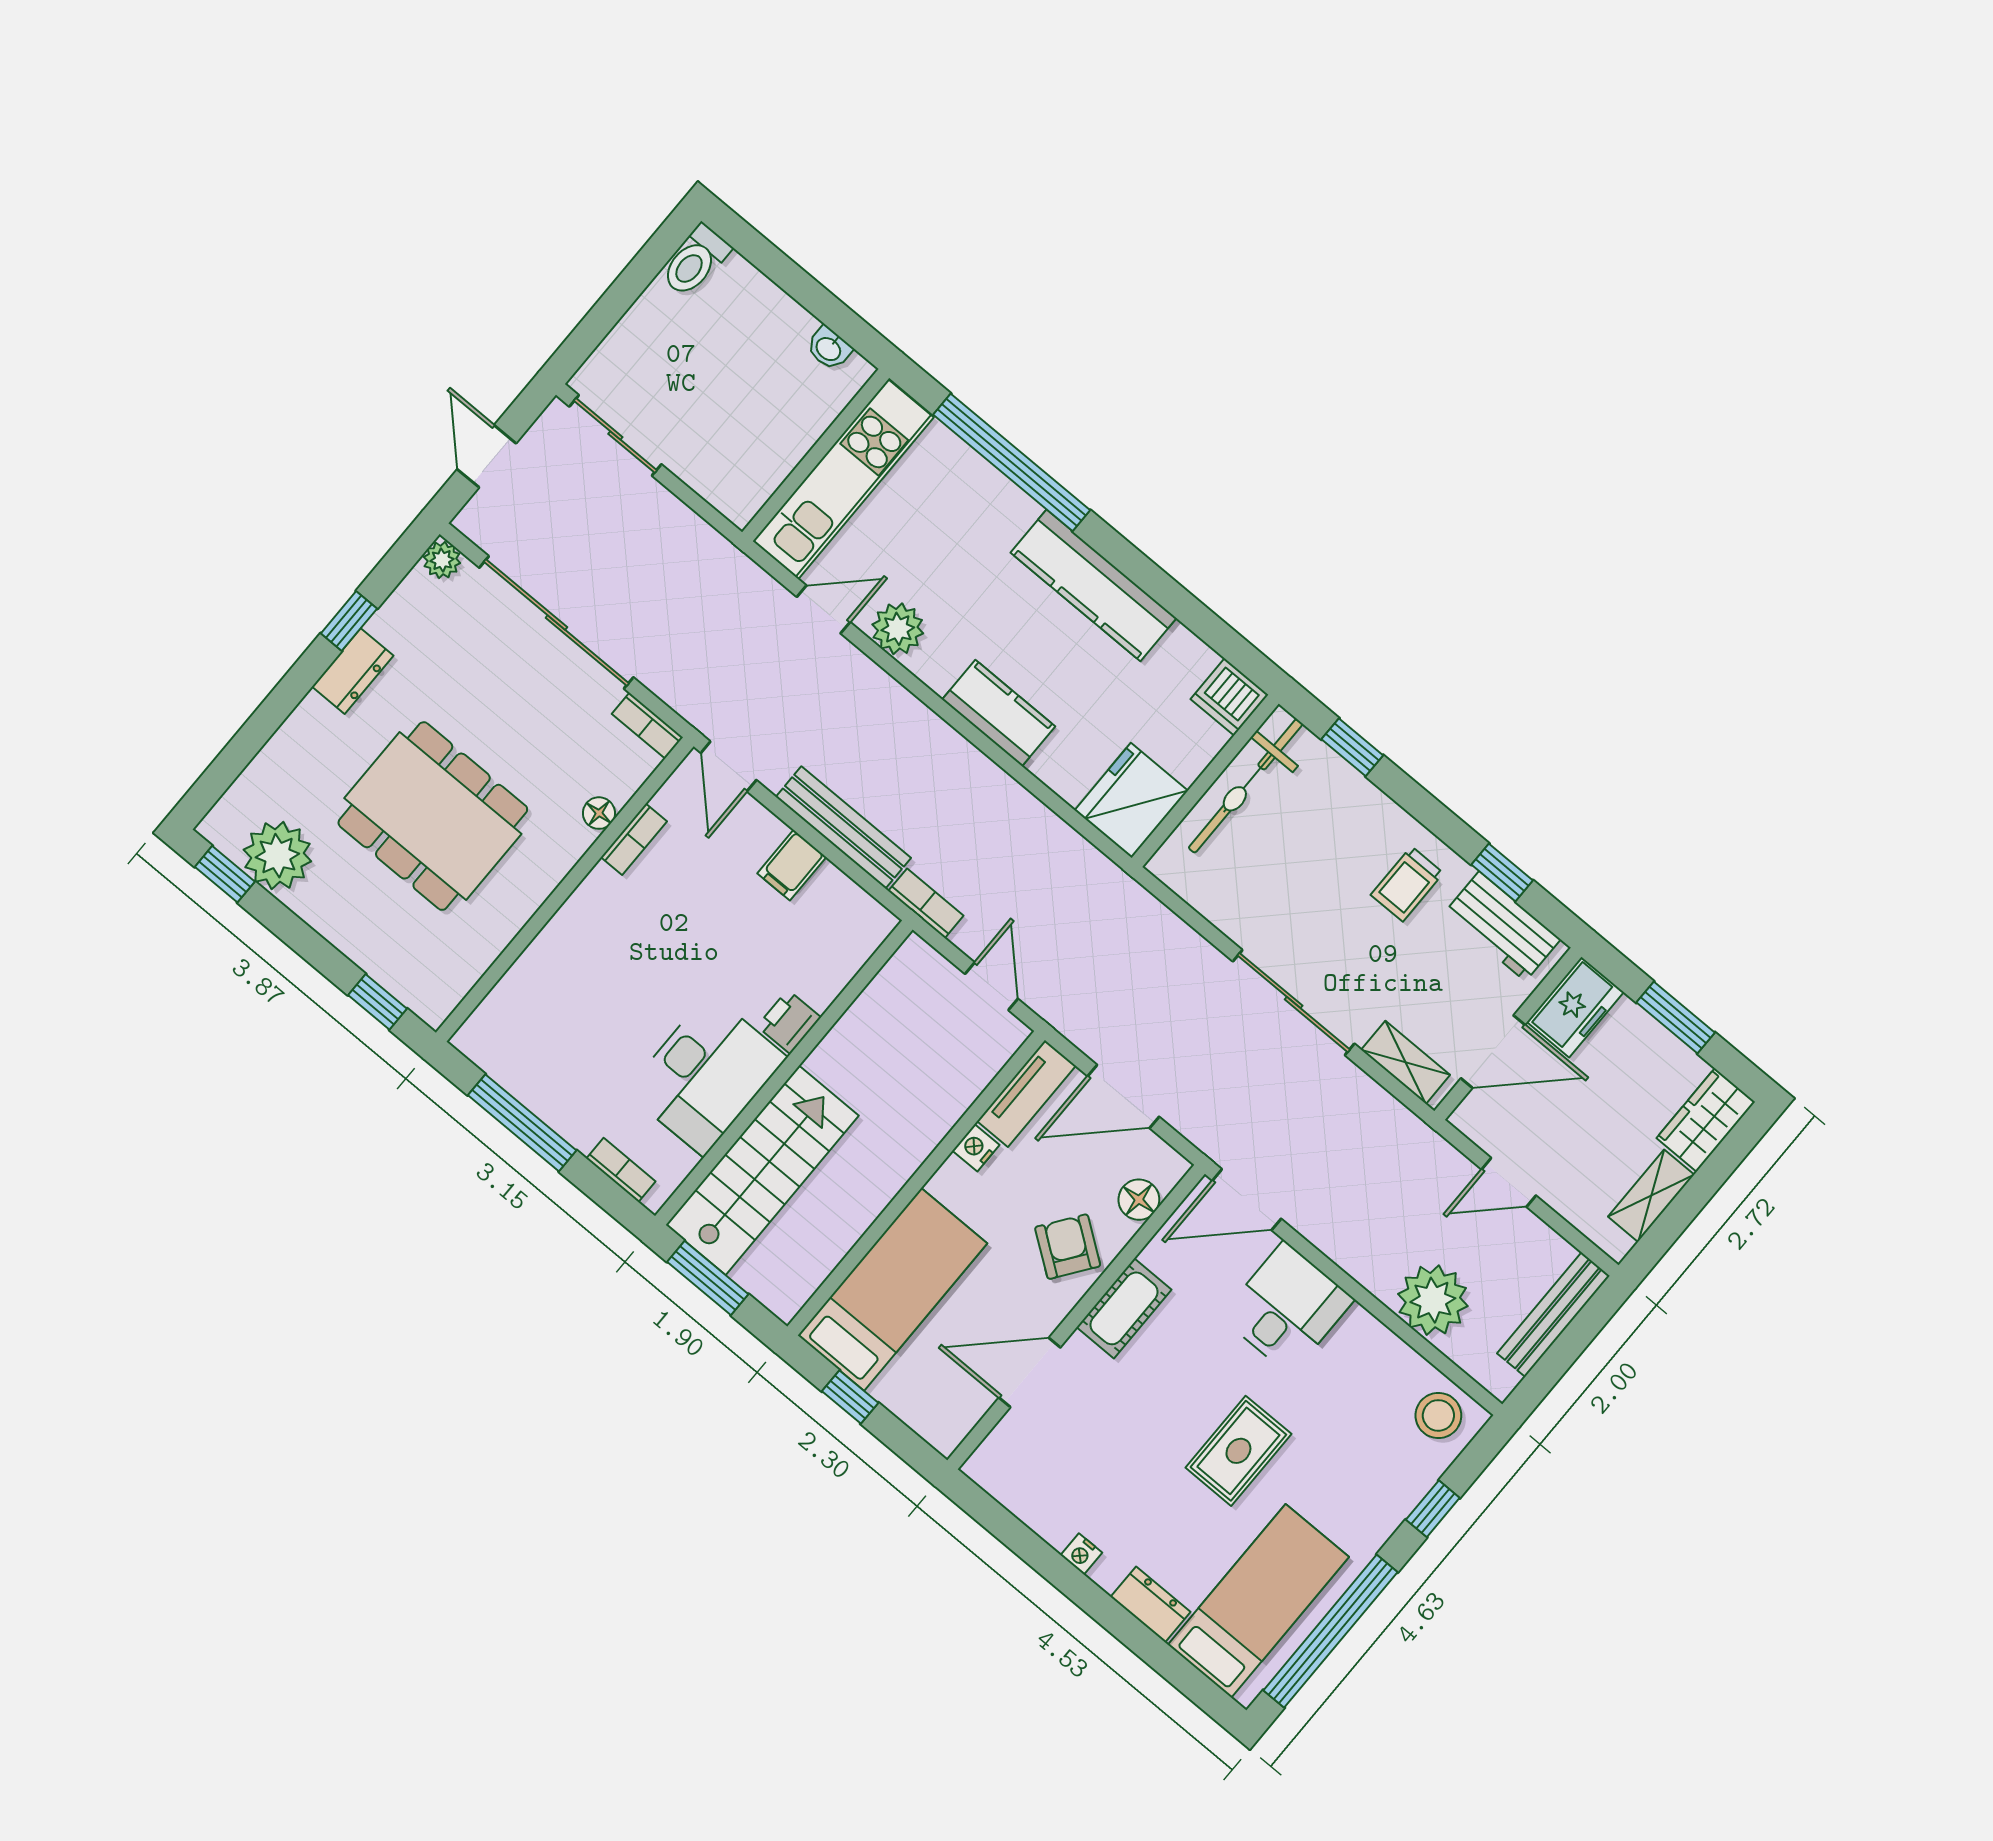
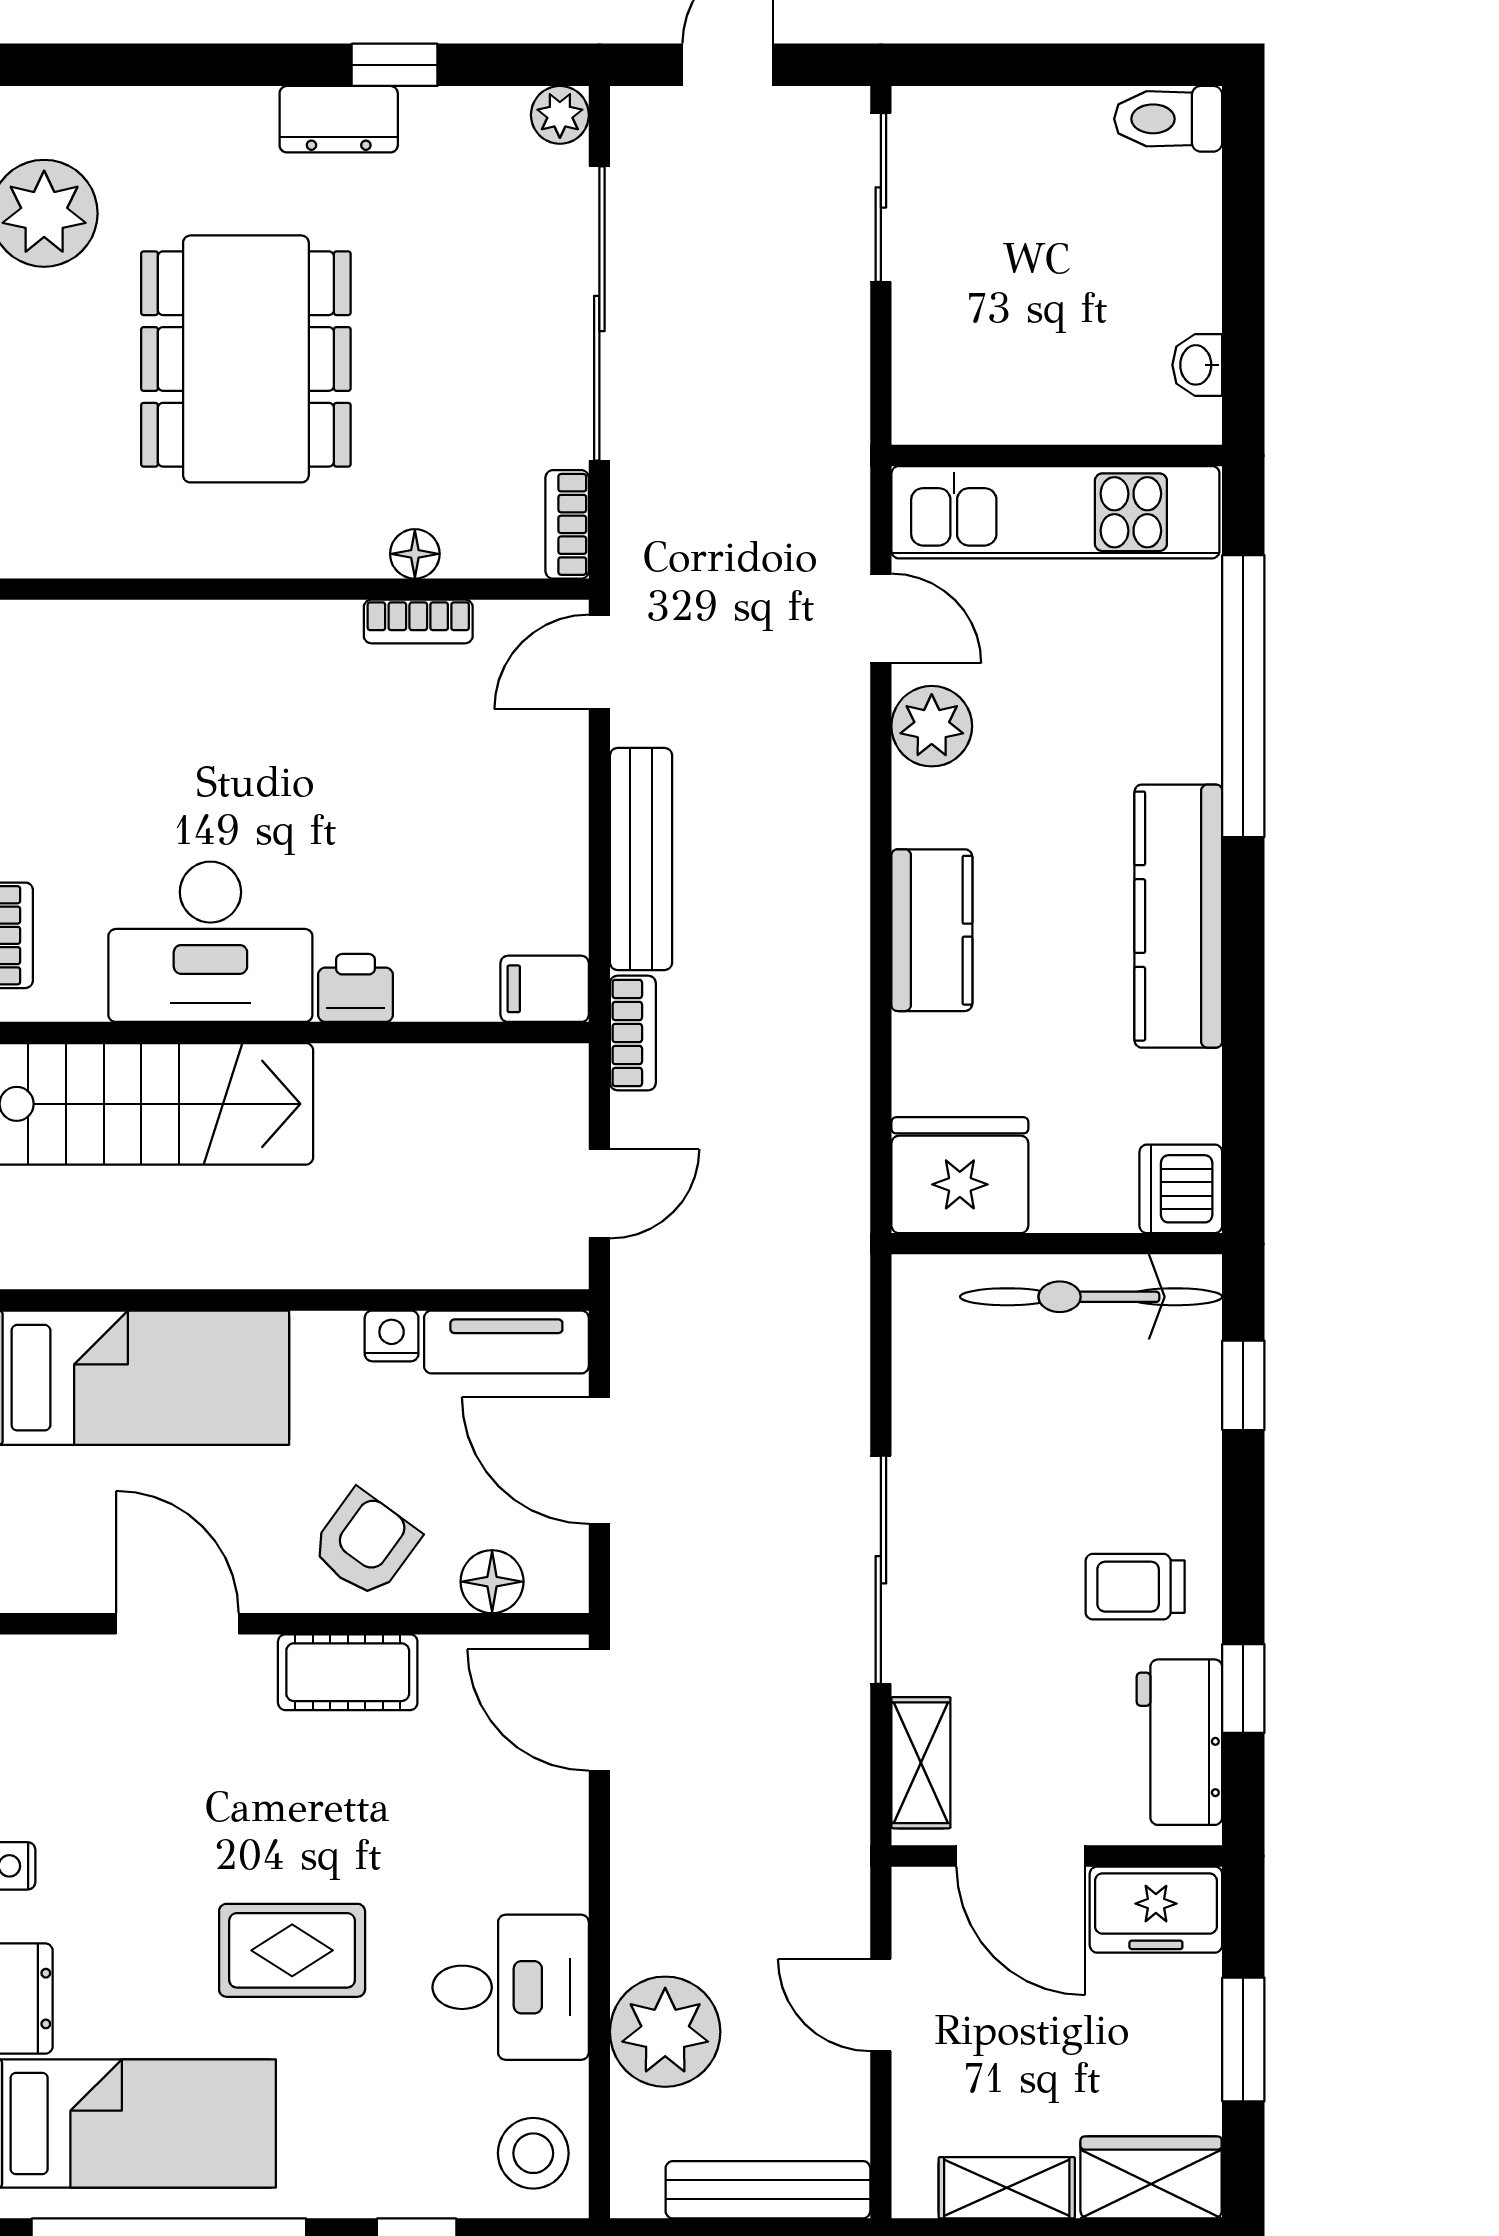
filing cabinet: (792, 865) -> (545, 989), moved
desk: (1287, 1308) -> (511, 1987), moved

